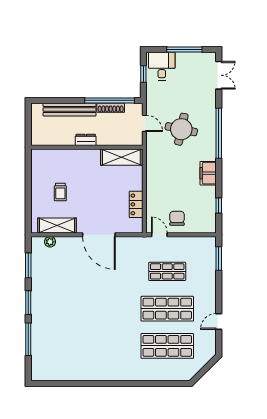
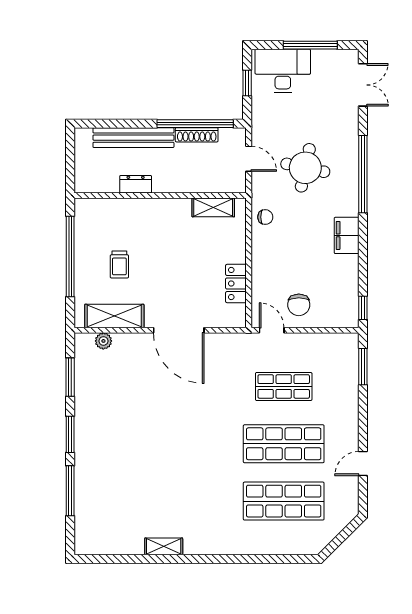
desk: (162, 66) -> (283, 71), width x1.37
dresser: (86, 140) -> (136, 184), moved
shelving: (121, 157) -> (213, 207), width x0.67, depth x0.75
chair: (155, 161) -> (265, 217), added
window: (28, 187) -> (70, 257), added
window: (219, 205) -> (363, 308), moved
chair: (177, 218) -> (299, 305), turned 180
shelving: (89, 375) -> (164, 546), added

